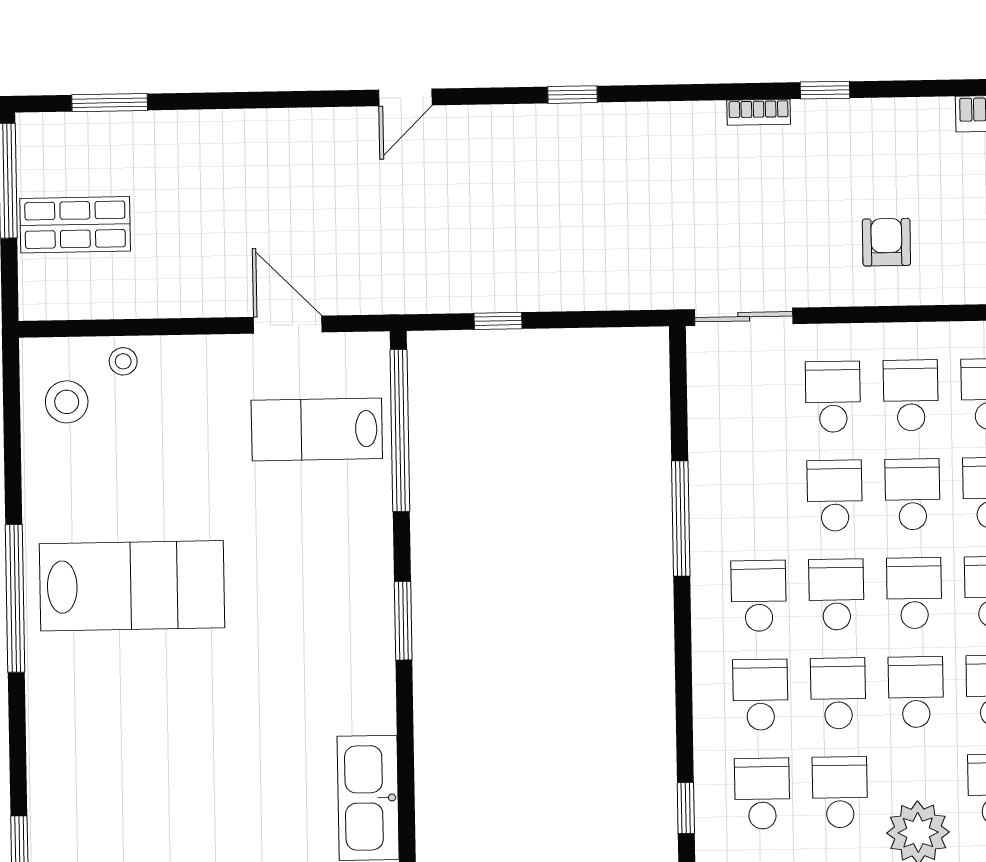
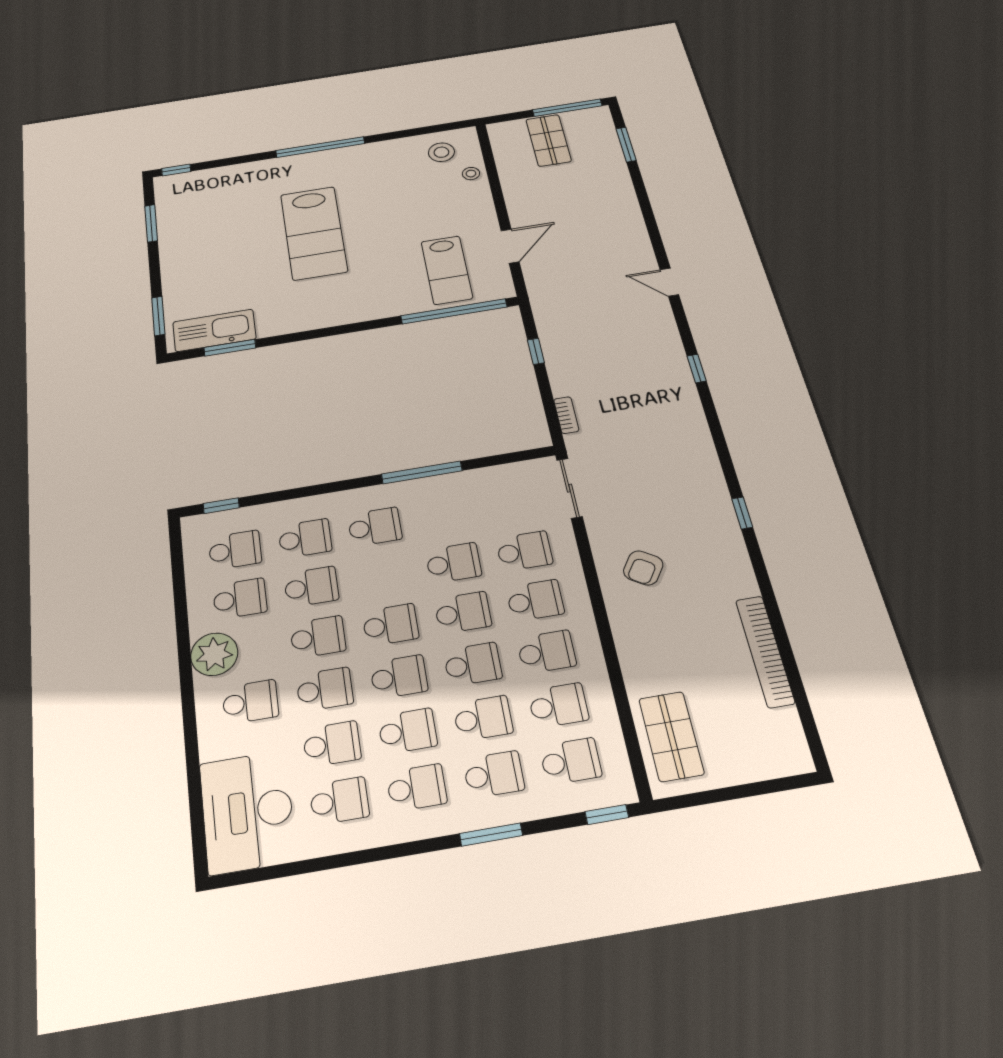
bookcase: (759, 112) -> (566, 415), moved, turned 180
armchair: (886, 242) -> (643, 568), turned 123
lab bench: (317, 429) -> (447, 270), turned 180
lab bench: (132, 586) -> (314, 233), moved
school desk: (836, 594) -> (382, 575), removed
window: (403, 621) -> (230, 348), moved

